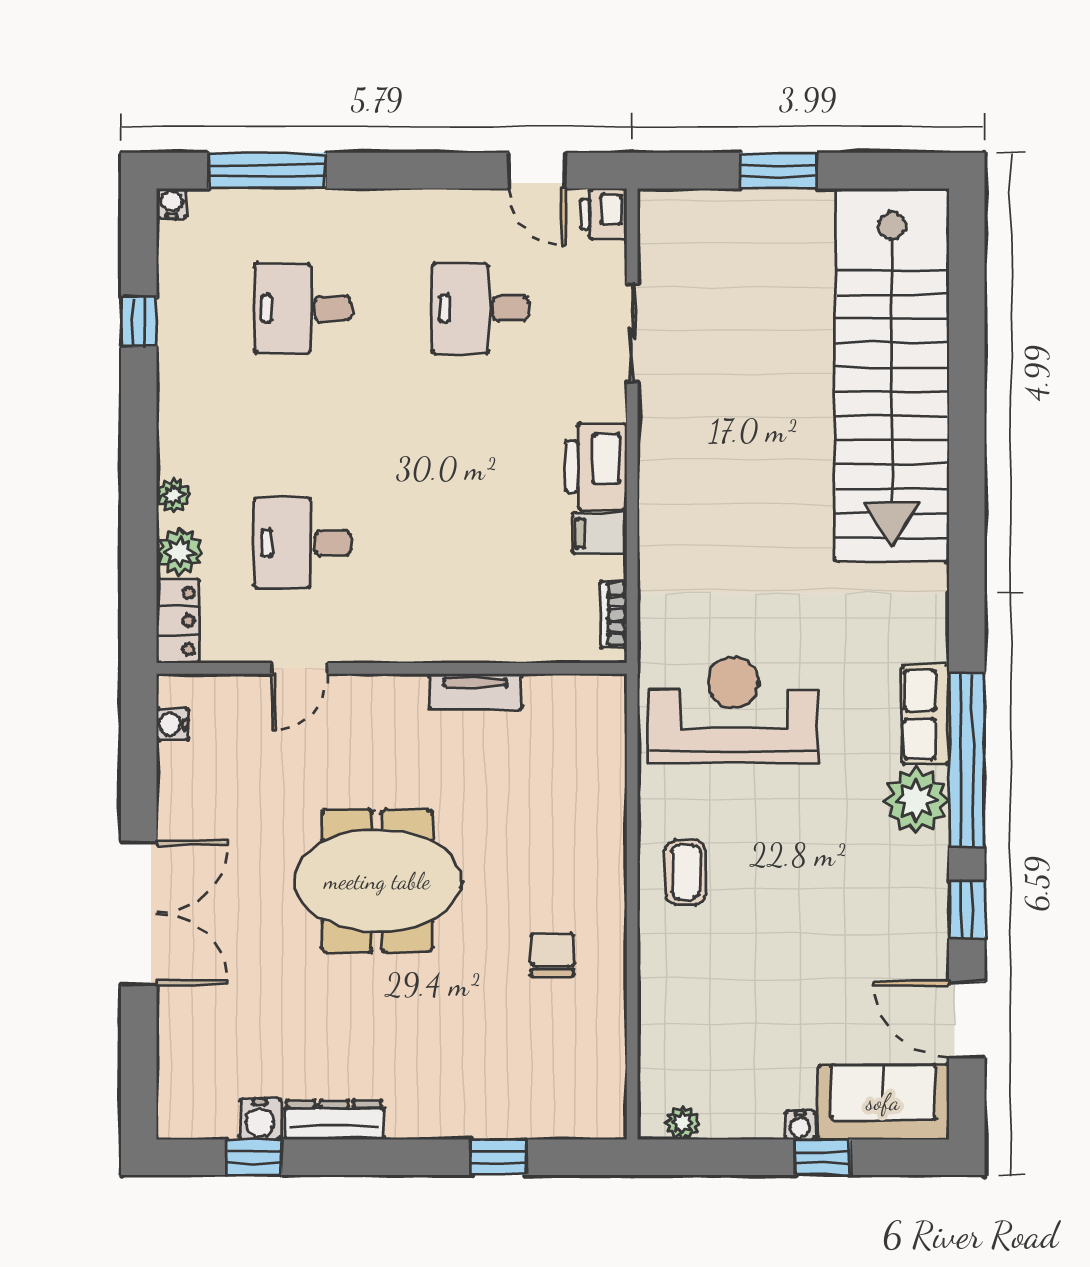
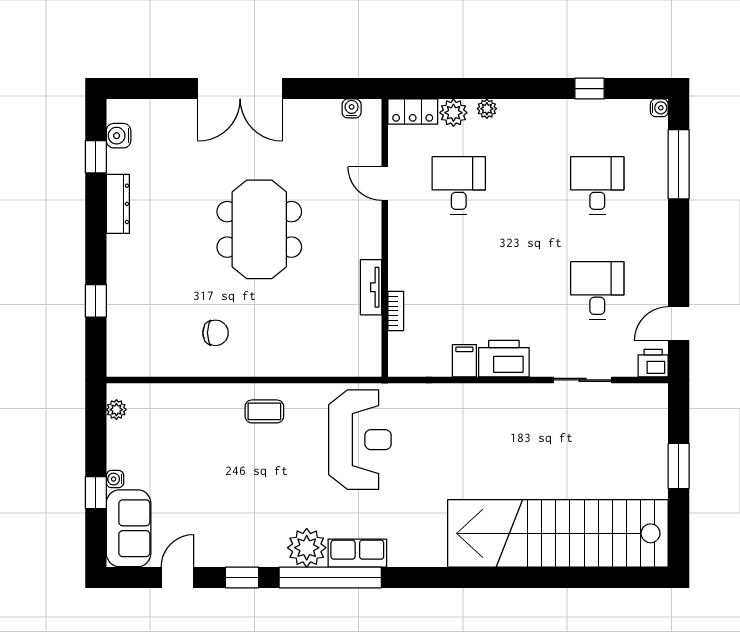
bookcase: (614, 614) -> (396, 311), moved, turned 90
door: (967, 1019) -> (177, 577), width x0.73
water cooler: (260, 1119) -> (119, 136), moved

